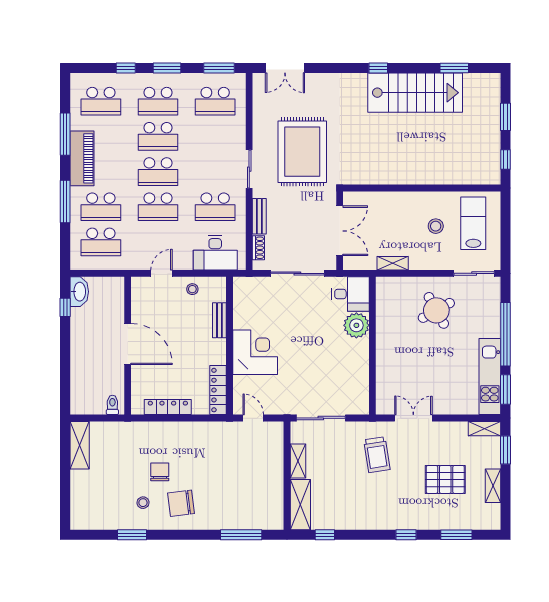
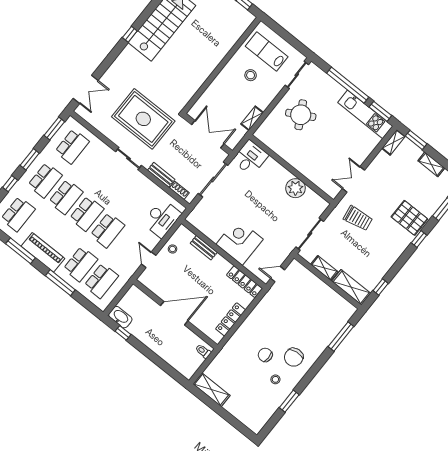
school desk: (215, 207) -> (135, 196), removed
plant: (356, 325) -> (295, 188), moved
pallet: (445, 479) -> (409, 218), moved, turned 90

